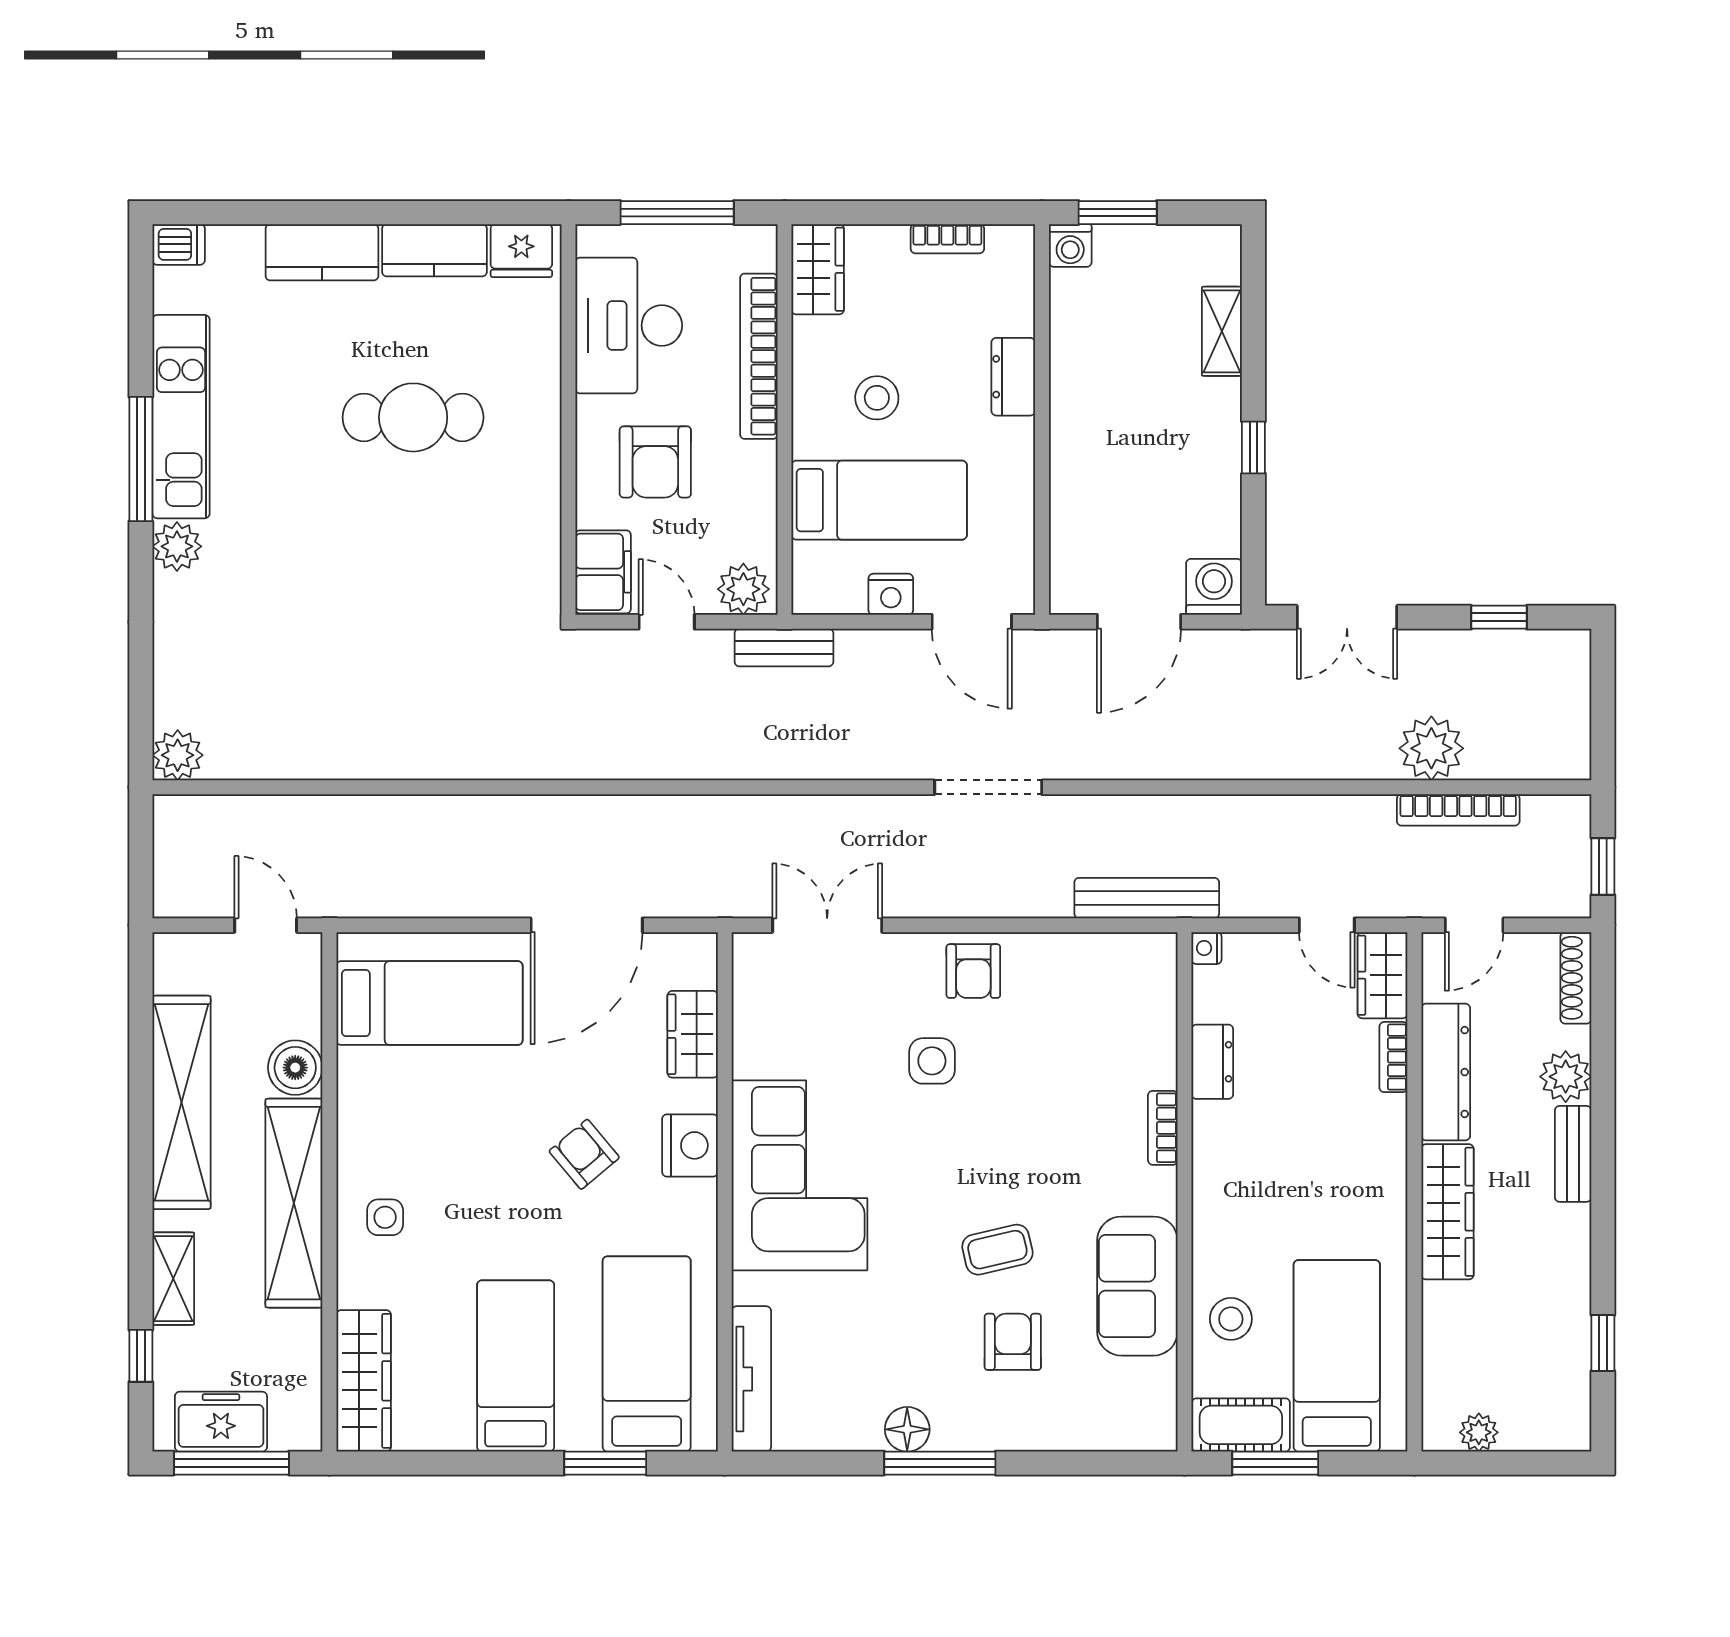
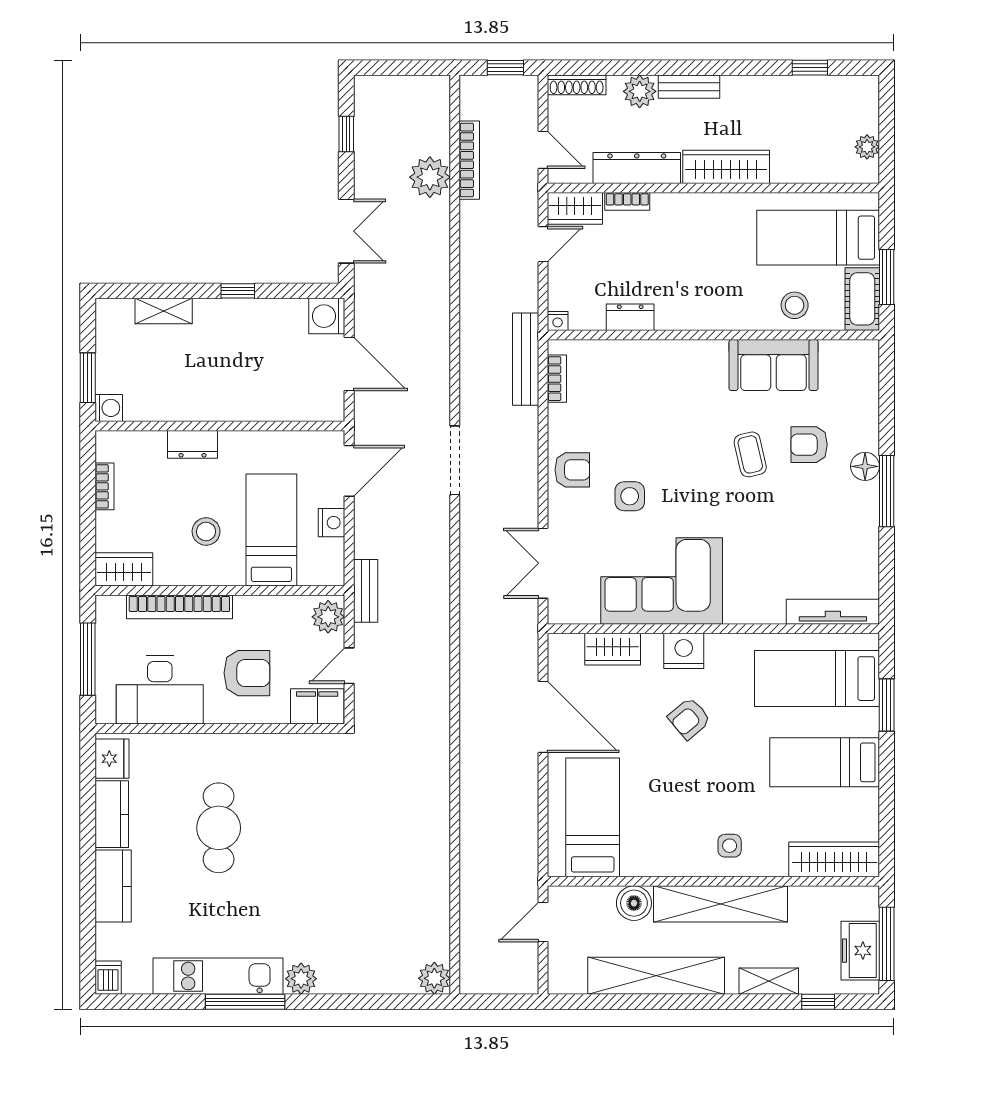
bookcase: (1163, 1128) -> (557, 379), moved, turned -90
corner sofa: (799, 1175) -> (662, 581), moved
floor lamp: (907, 1429) -> (865, 466), moved

